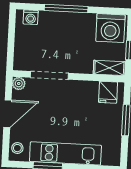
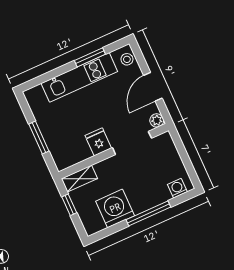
washing machine: (110, 28) -> (115, 208), moved
fridge: (108, 92) -> (98, 142), moved

